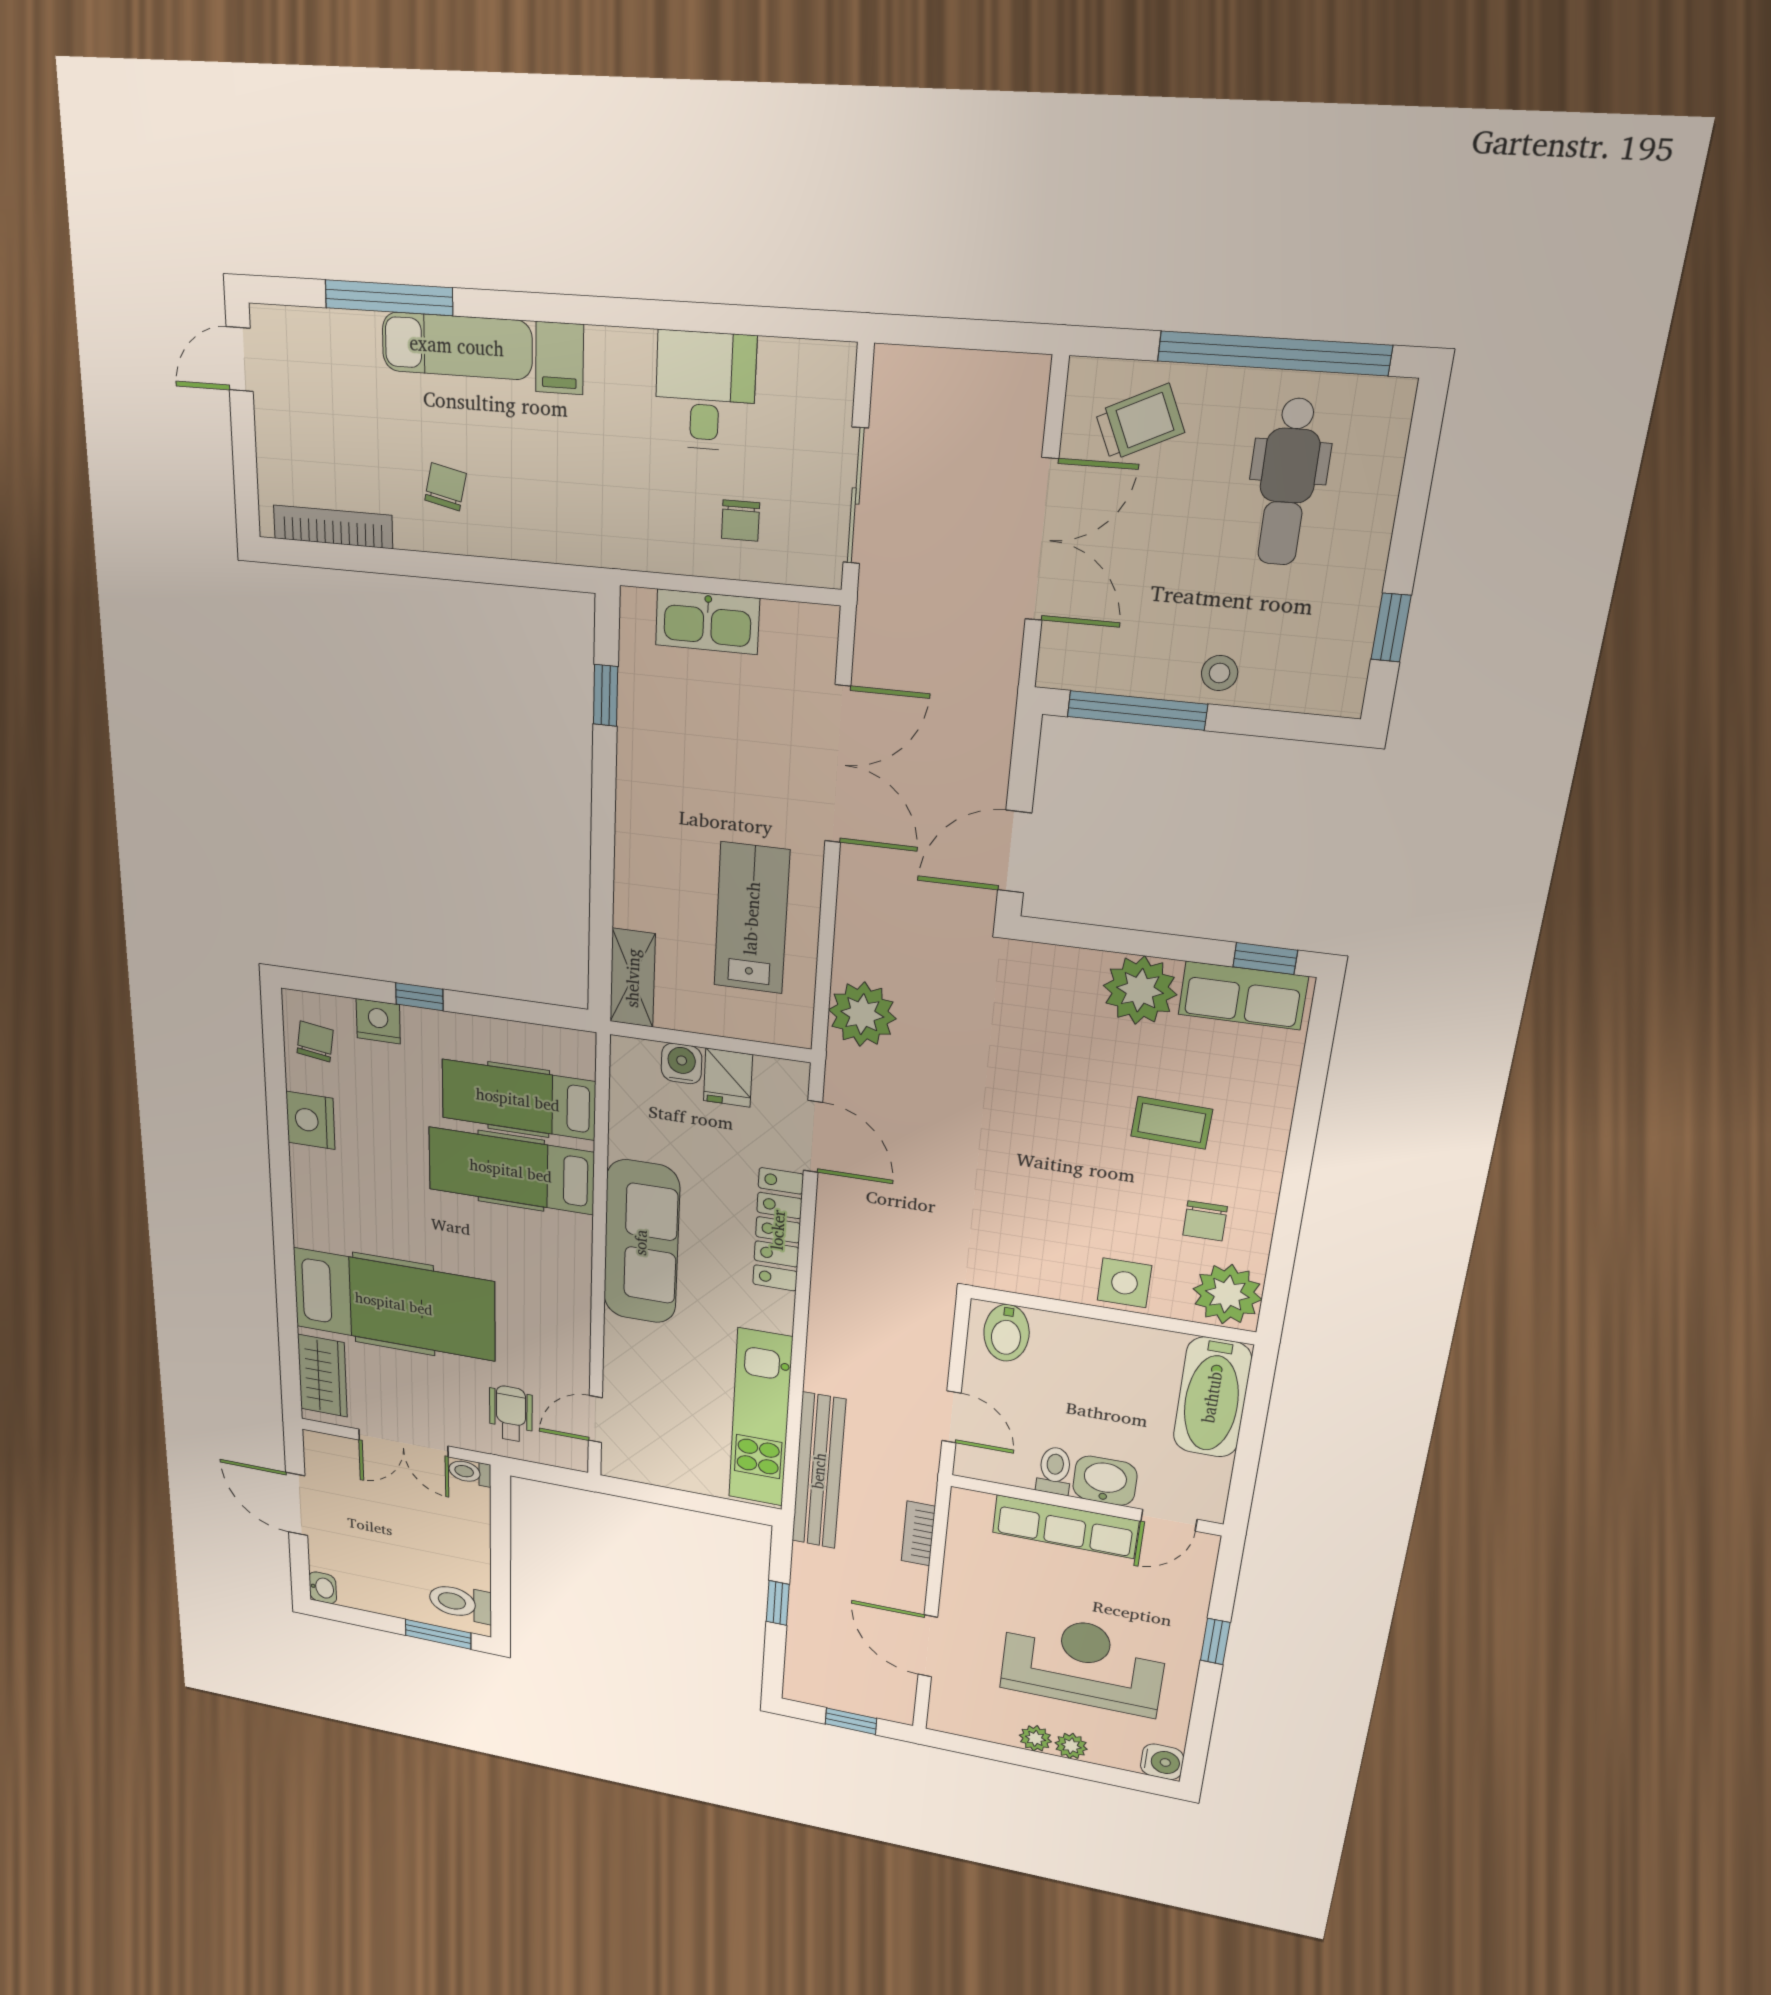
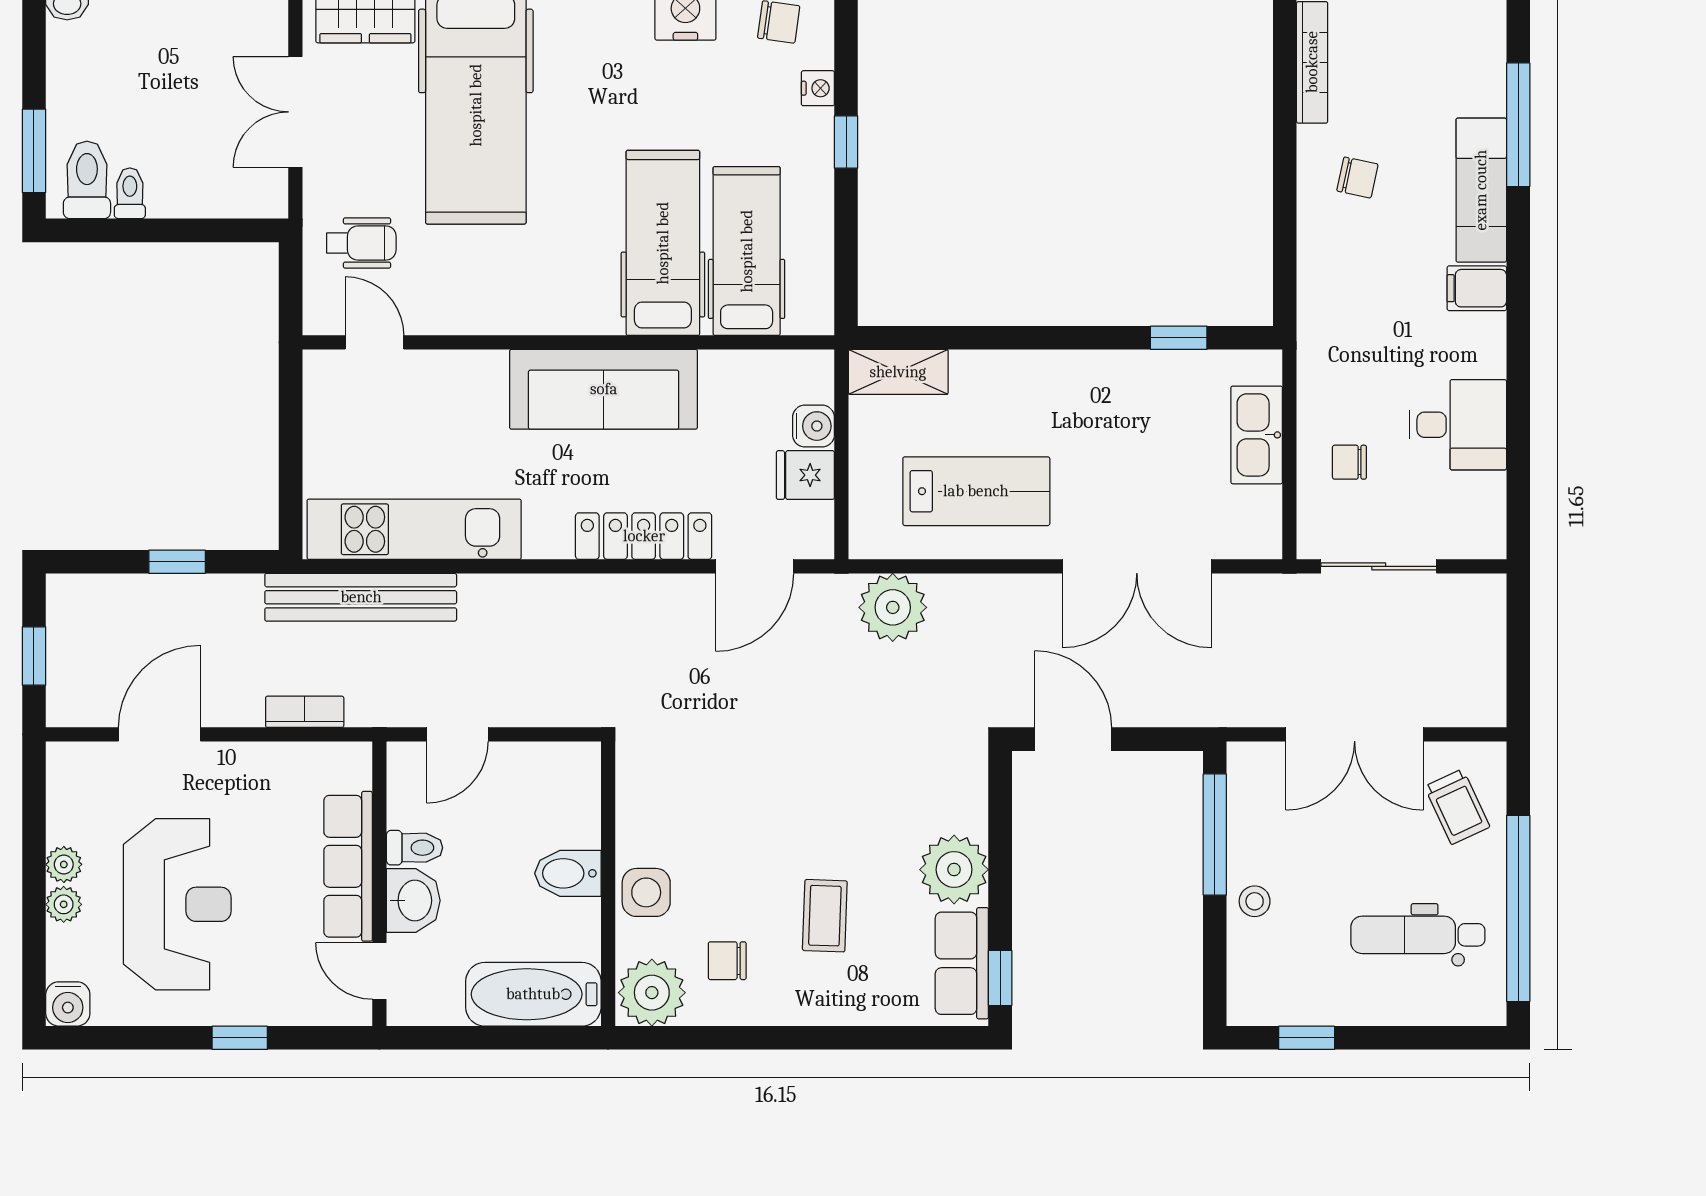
nightstand: (378, 1021) -> (818, 88), width x0.72, depth x0.74
bidet: (1006, 1333) -> (568, 873), moved
toilet: (470, 1472) -> (130, 193), moved

